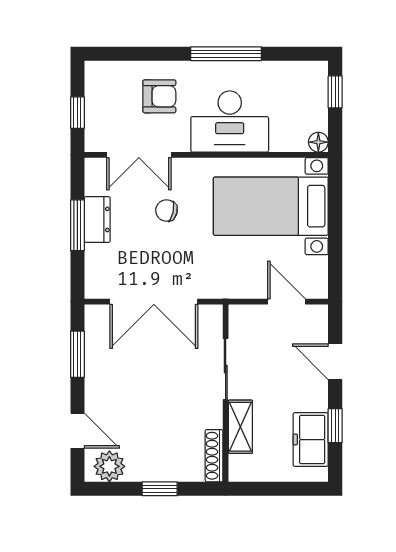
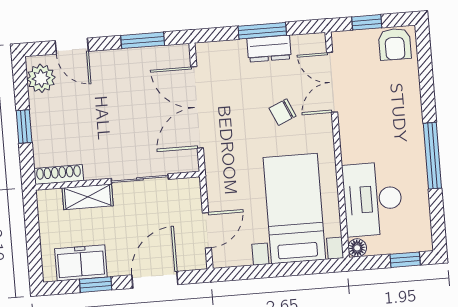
armchair: (159, 96) -> (395, 44), moved
desk: (230, 122) -> (373, 199), moved
chair: (166, 211) -> (283, 112), turned -127
door: (335, 362) -> (155, 280), width x1.38
door: (77, 431) -> (72, 46), hinge flipped

